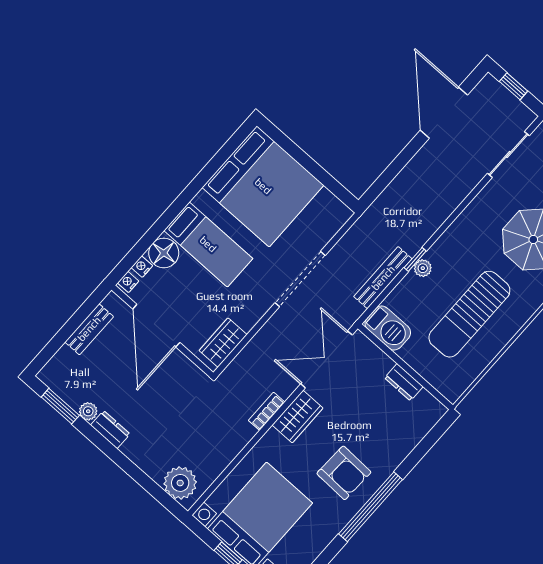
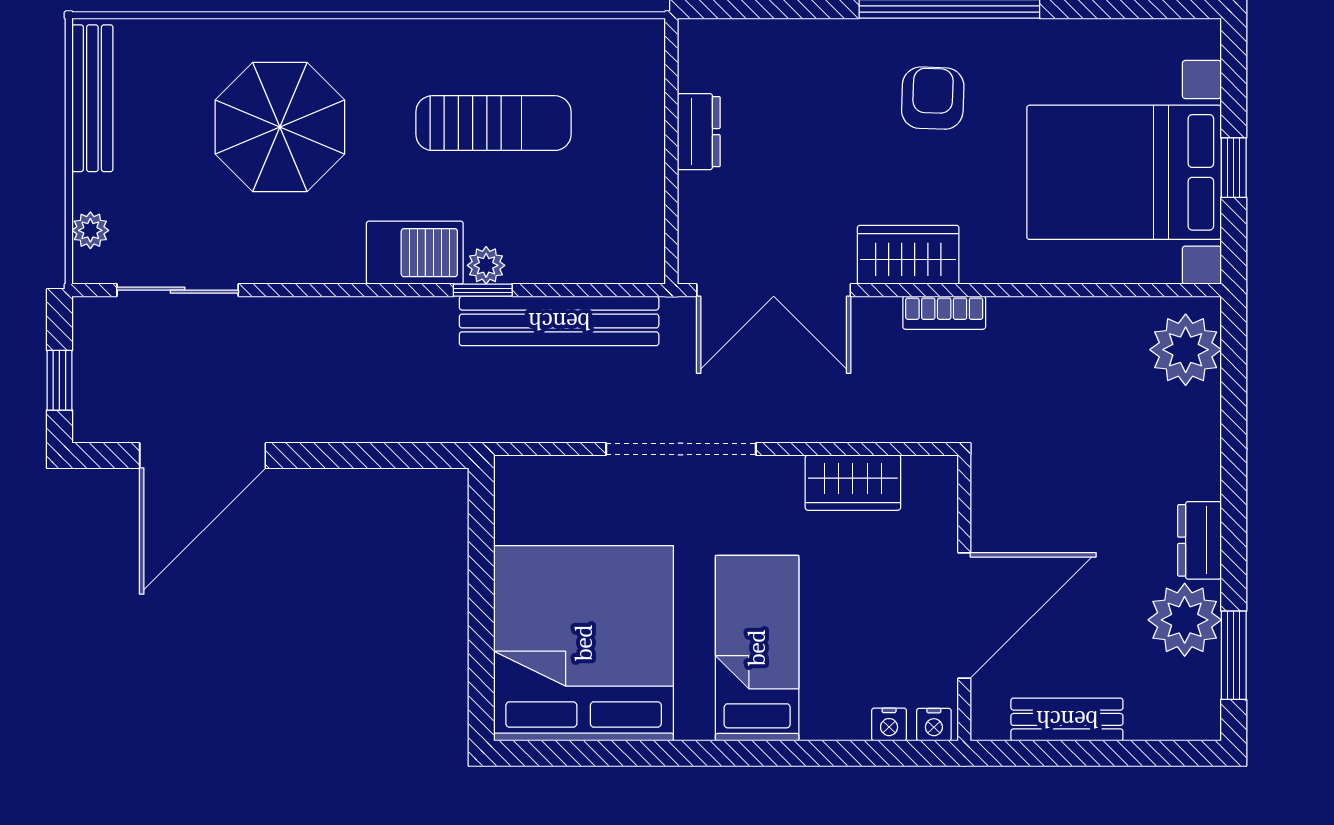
floor lamp: (164, 253) -> (835, 708), removed
bench: (383, 278) -> (559, 321), width x1.37, depth x1.21
sun lounger: (469, 314) -> (493, 123), width x0.73, depth x0.75
barbecue: (388, 328) -> (415, 253), moved, turned 90
wardrobe: (223, 343) -> (853, 483), moved
plant: (88, 411) -> (1185, 620), width x1.88, depth x1.88
armchair: (344, 473) -> (933, 98), width x0.72, depth x0.72

